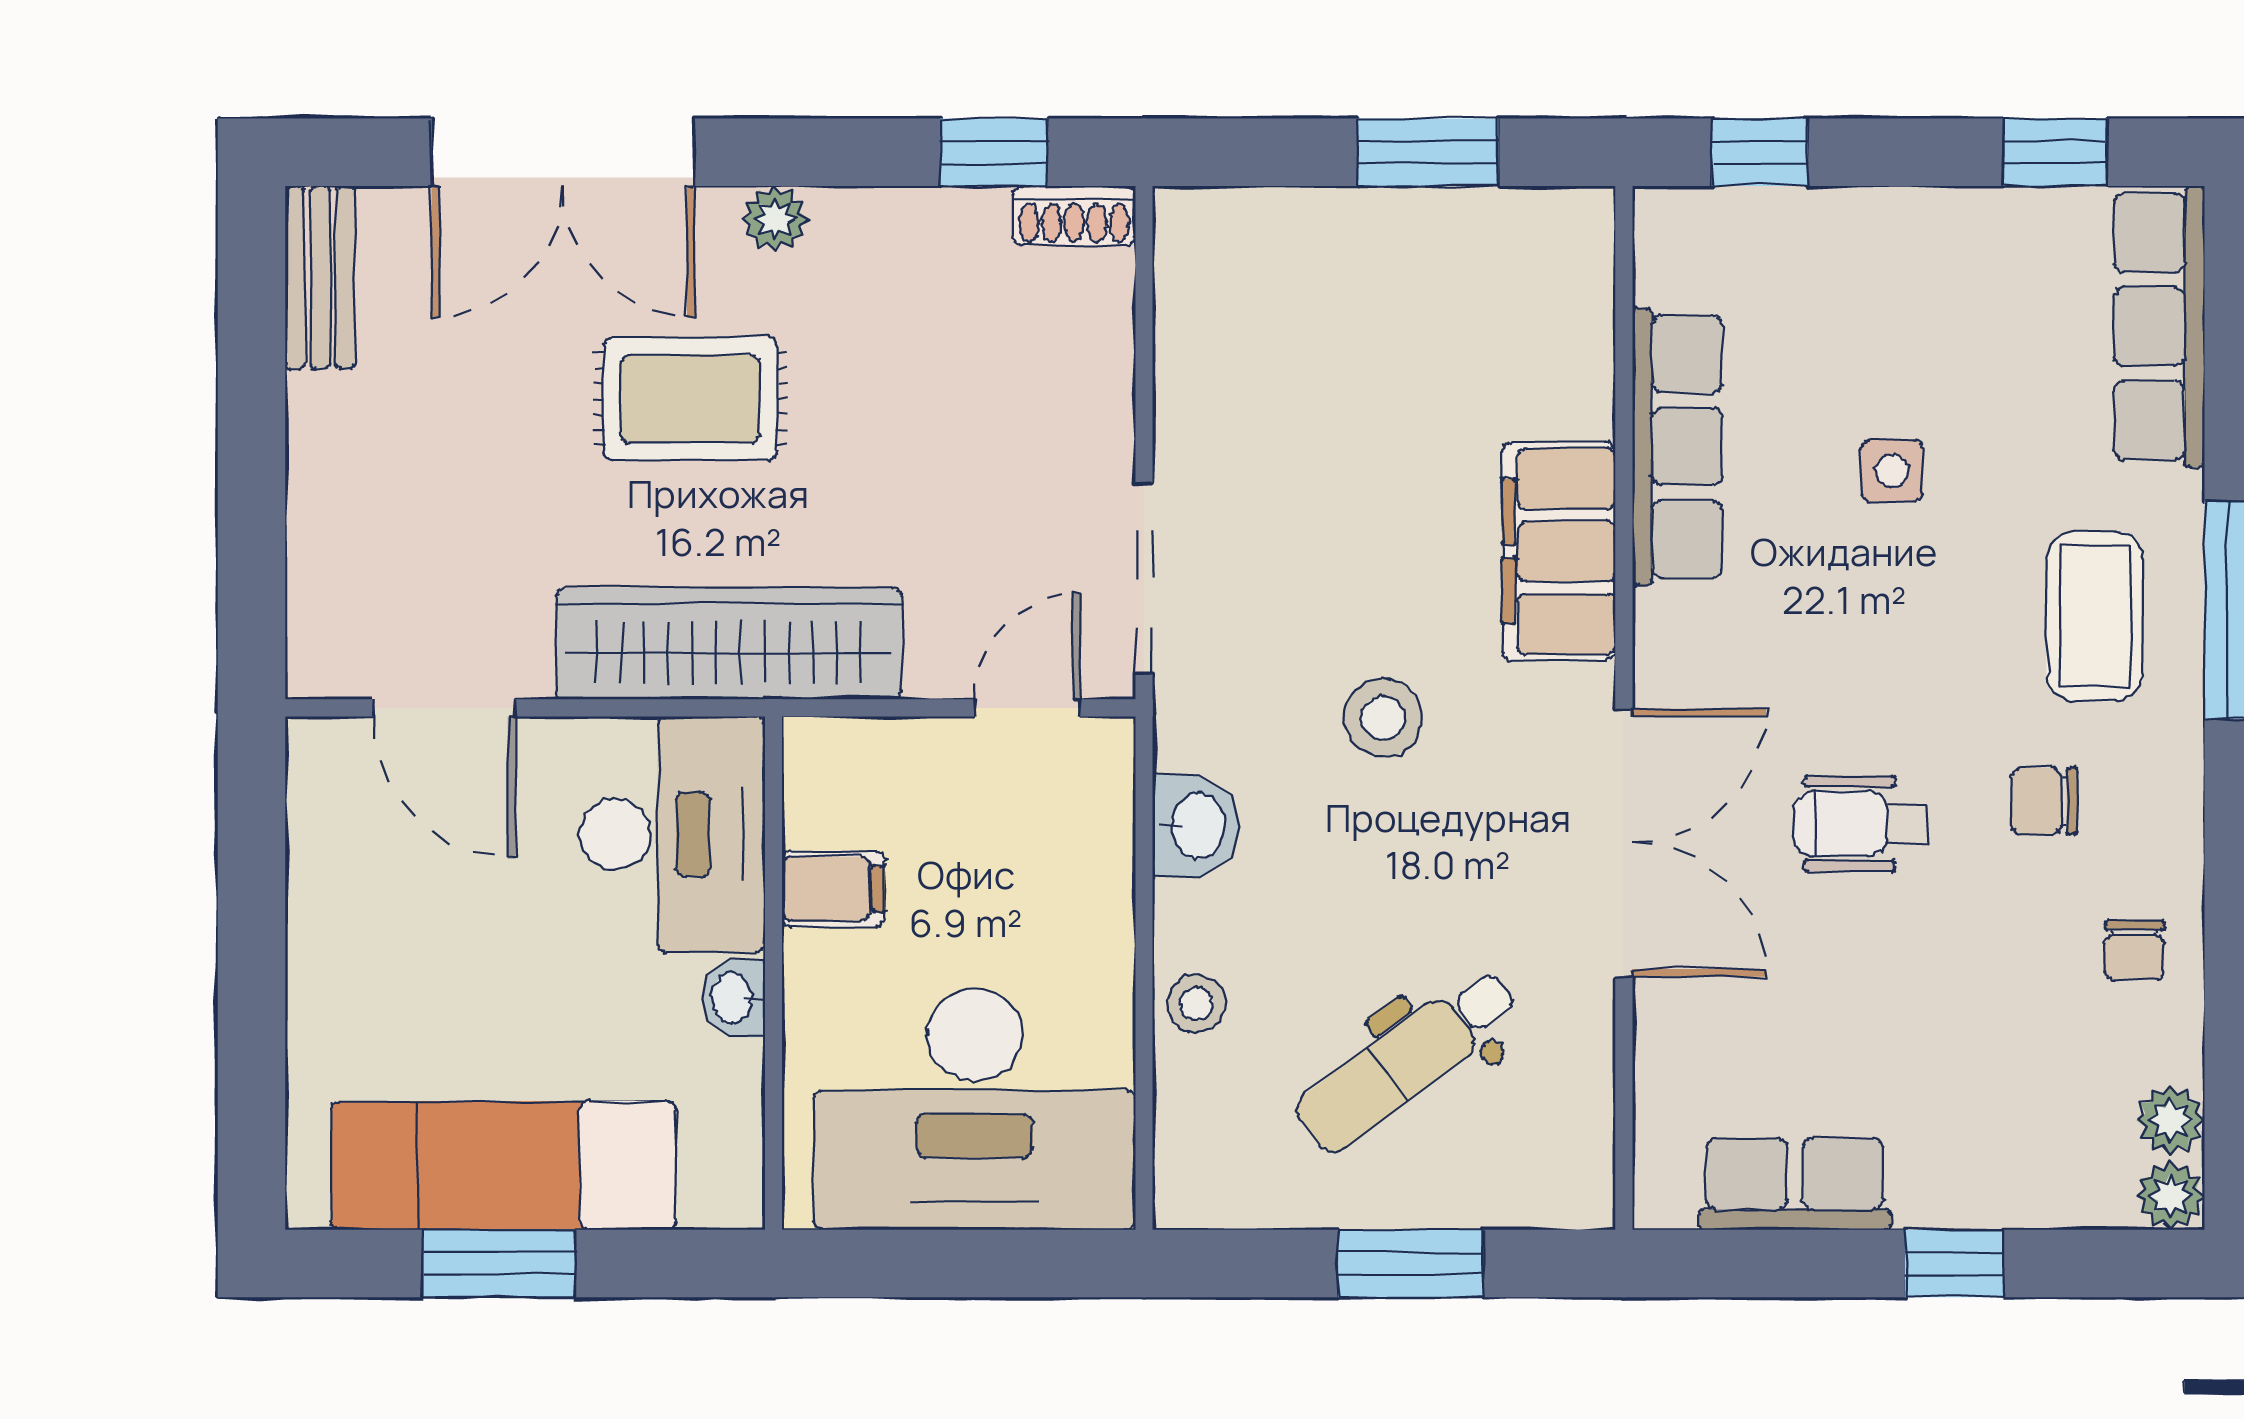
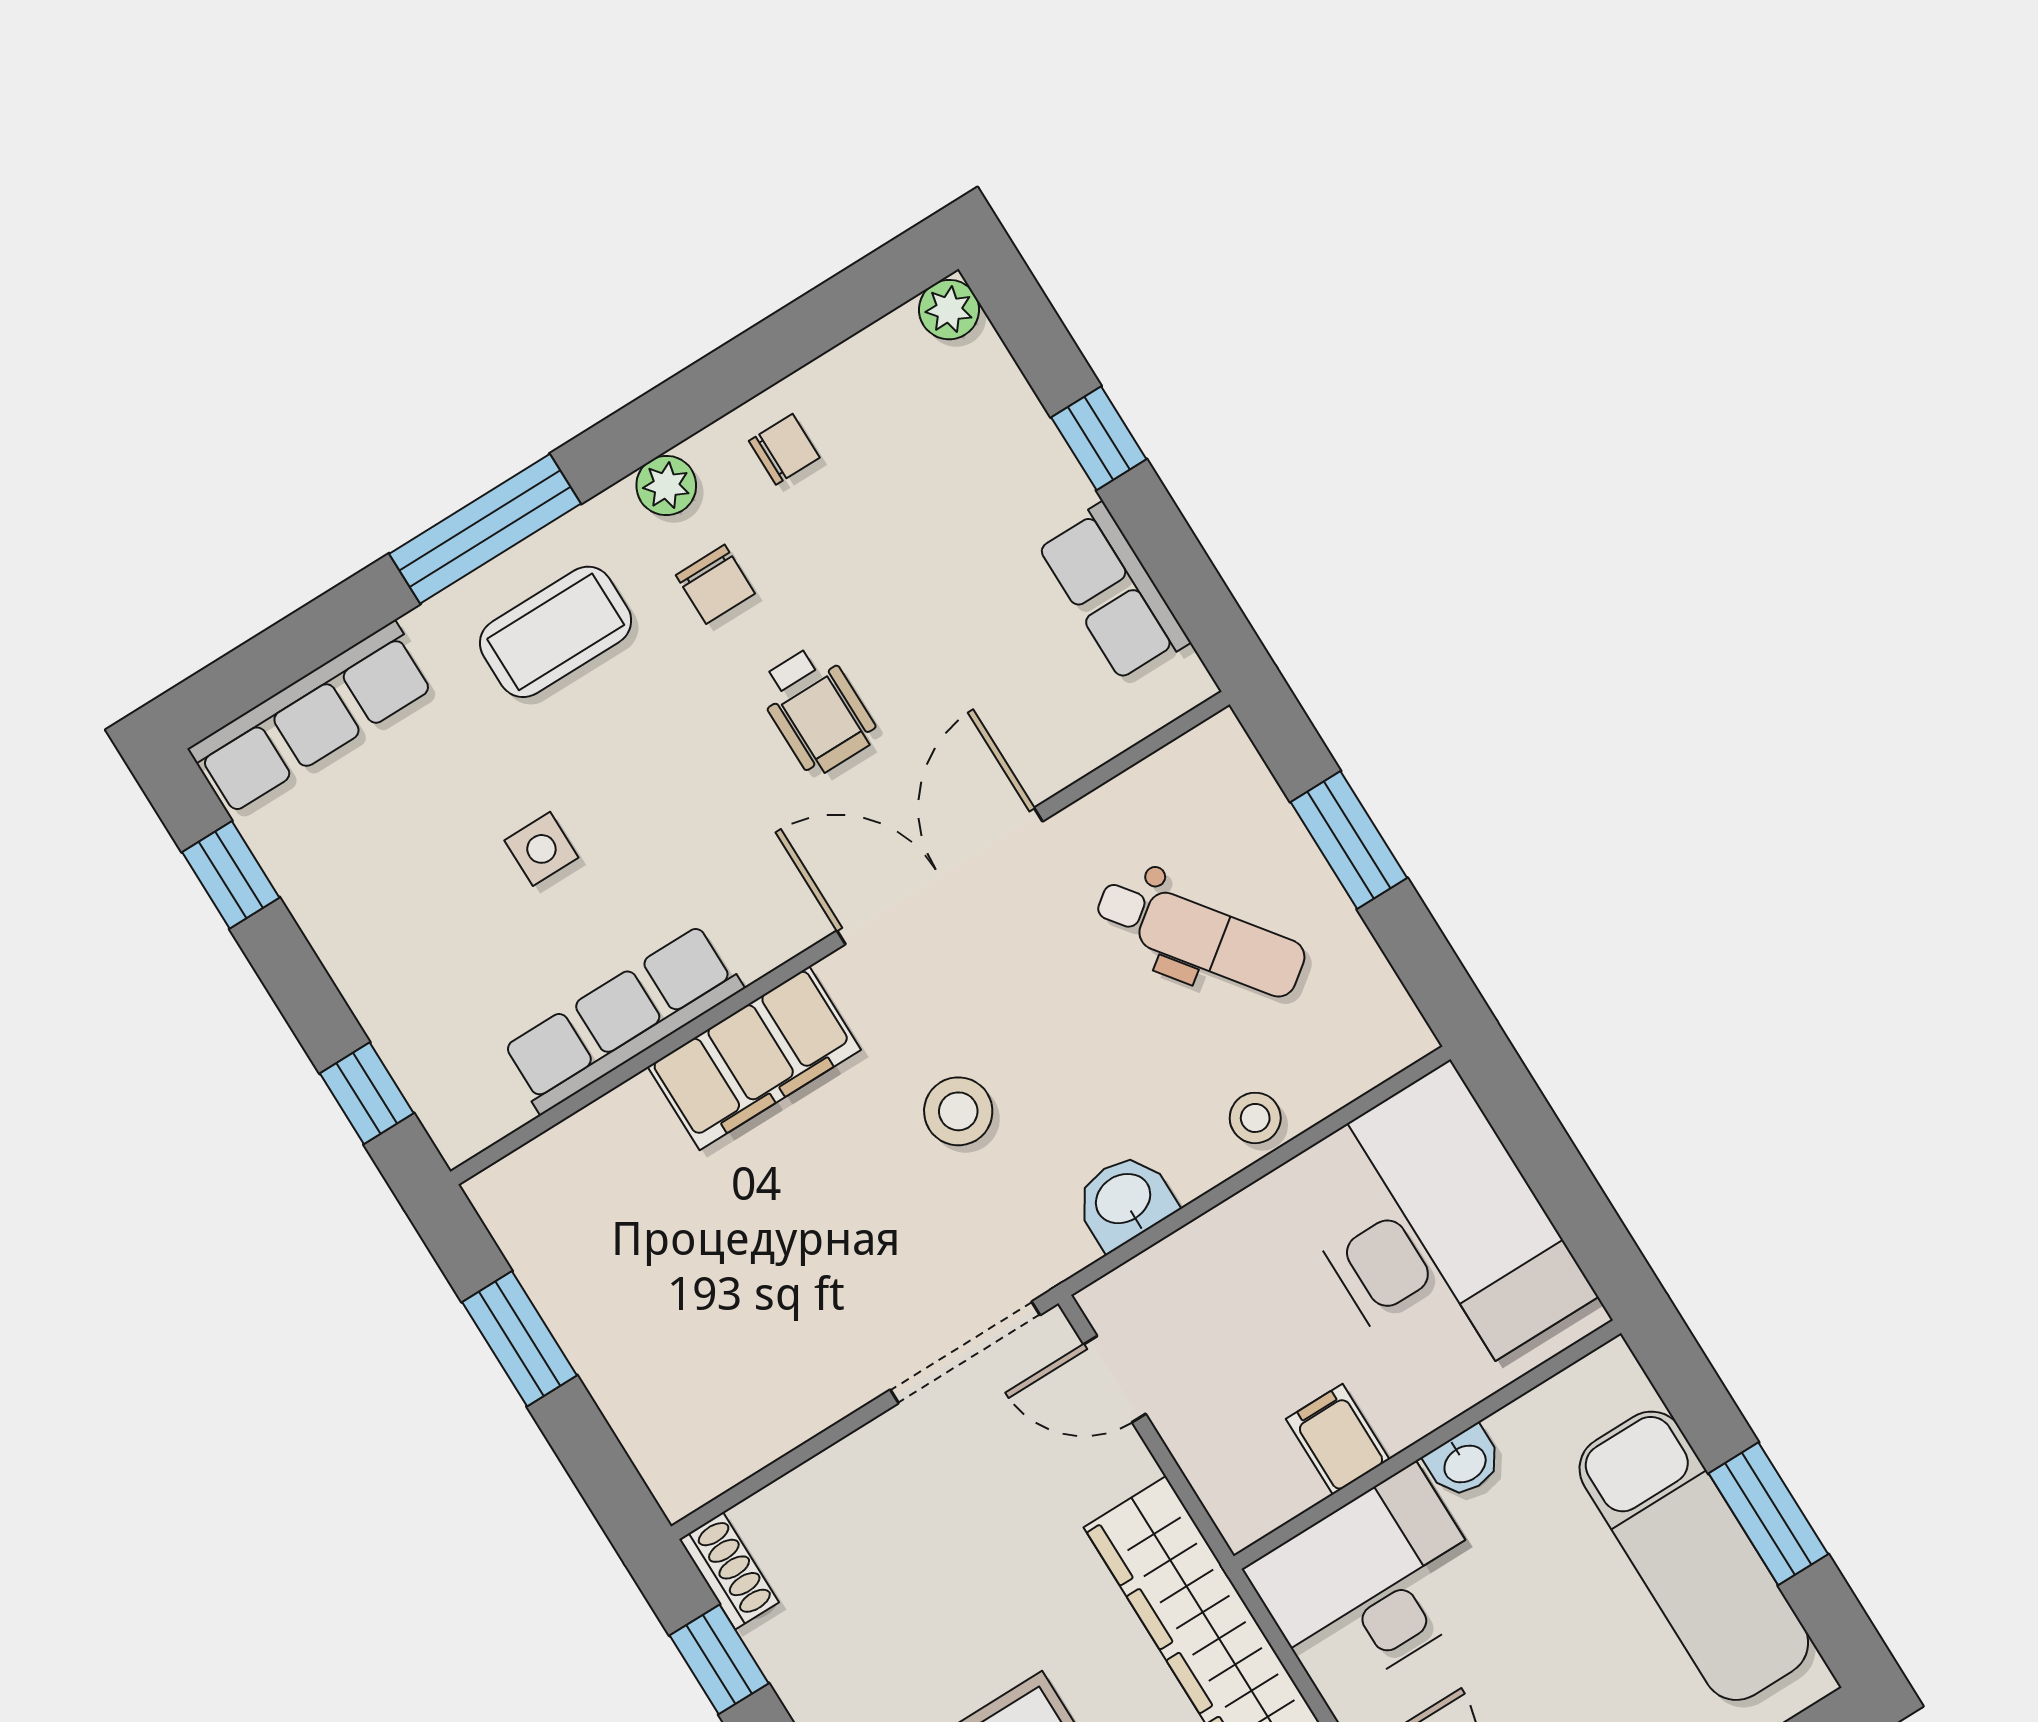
plant: (2171, 1120) -> (666, 486), moved

